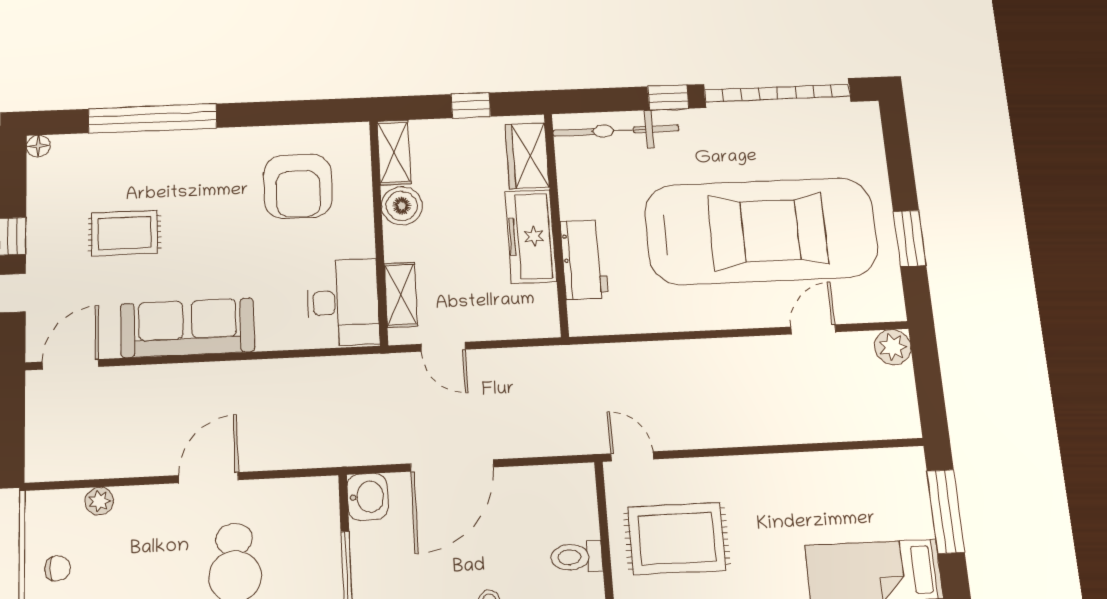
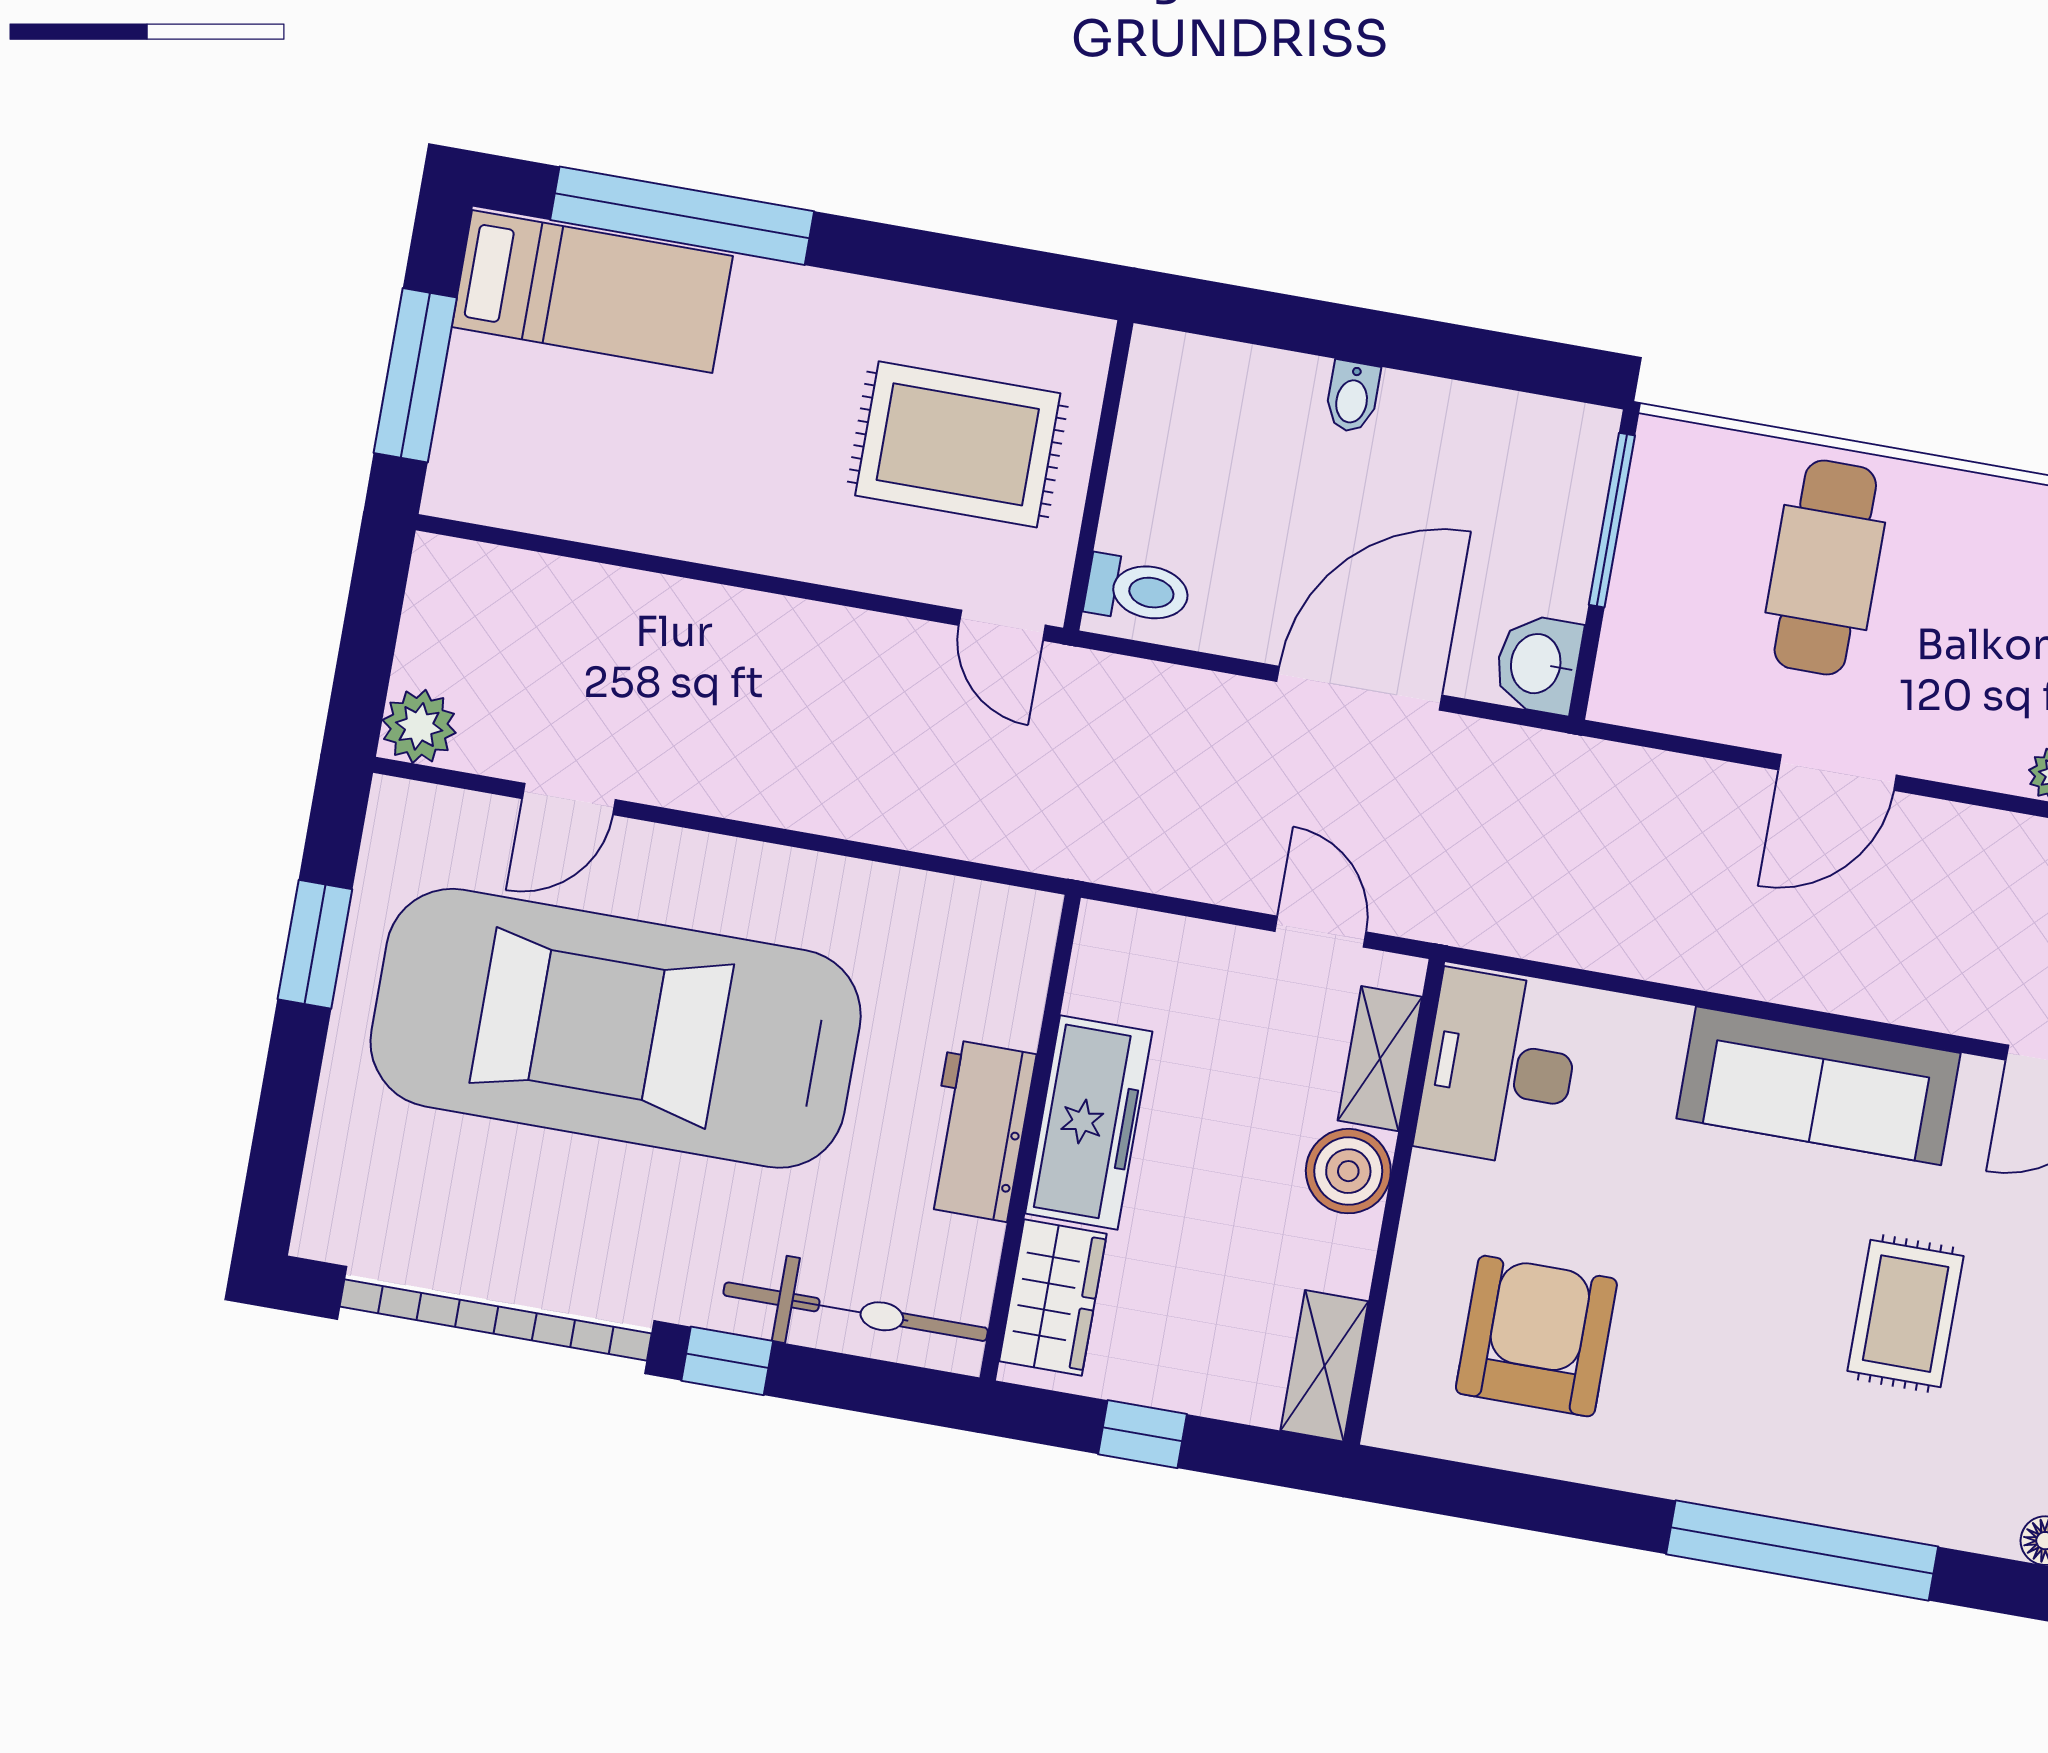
boiler: (402, 206) -> (1348, 1171), moved
rug: (125, 233) -> (1906, 1314), turned 90
workbench: (584, 260) -> (978, 1131), moved
toilet: (577, 557) -> (1138, 590), moved

